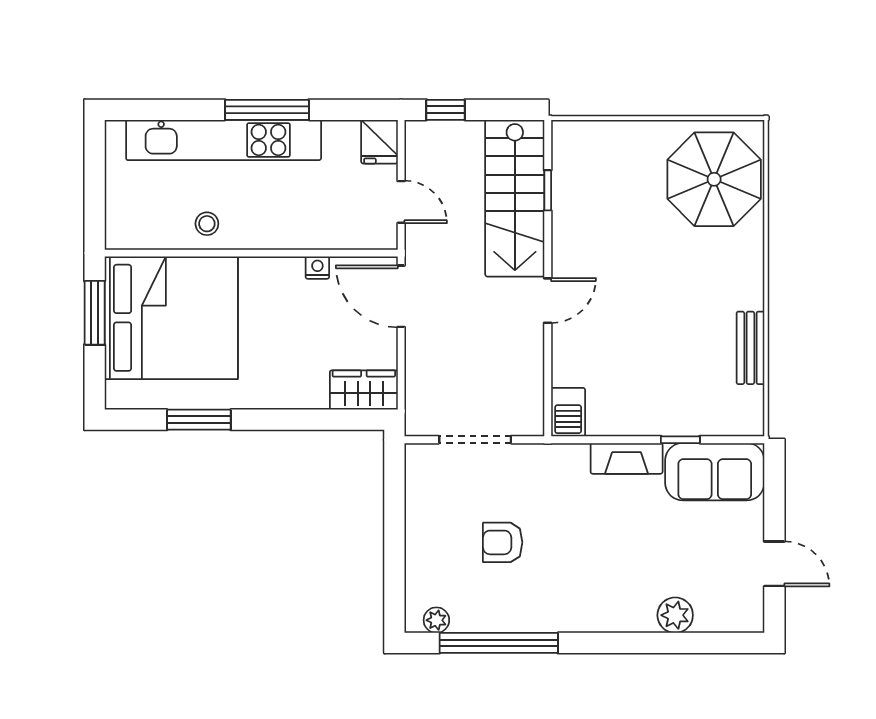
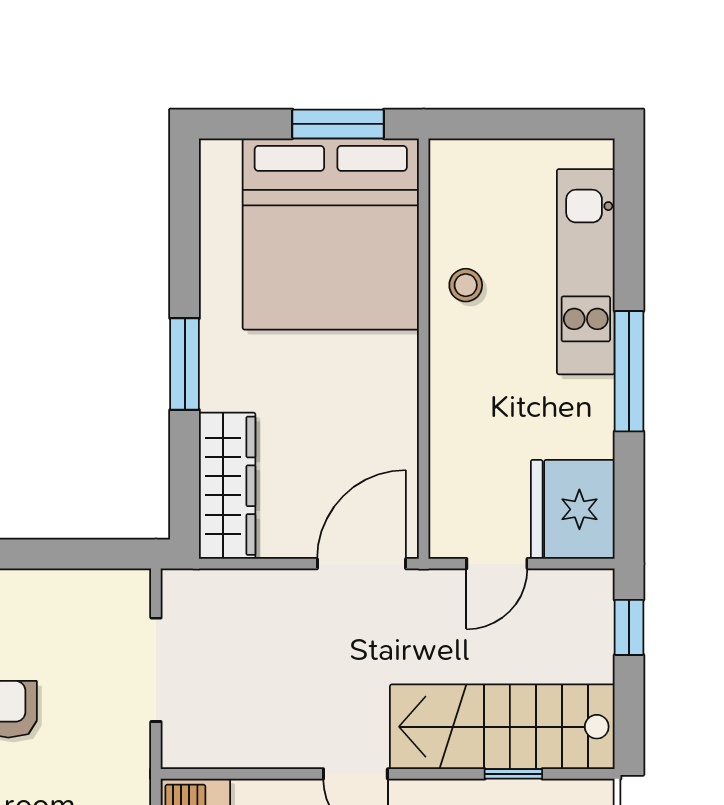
kitchen unit: (224, 140) -> (586, 272), width x0.73
fridge: (379, 142) -> (573, 509), width x1.88, depth x1.34
nightstand: (317, 268) -> (403, 444), removed
wardrobe: (364, 390) -> (227, 486), width x1.50
window: (199, 420) -> (185, 364), moved

